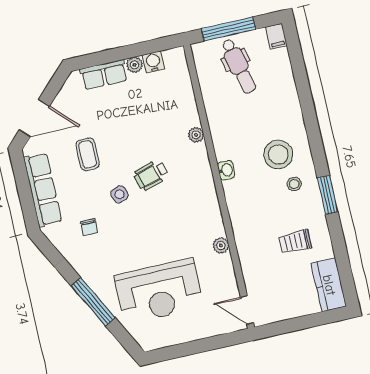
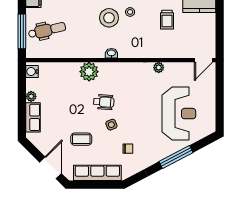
water cooler: (153, 62) -> (32, 72), moved
plant: (196, 135) -> (89, 72), width x1.88, depth x1.88
wheelchair: (151, 175) -> (104, 102), turned -70

